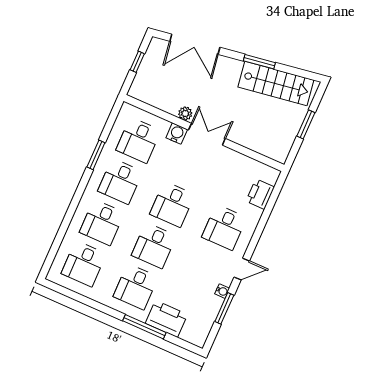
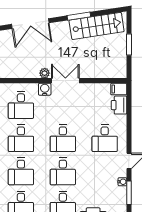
filing cabinet: (269, 174) -> (119, 89), added

